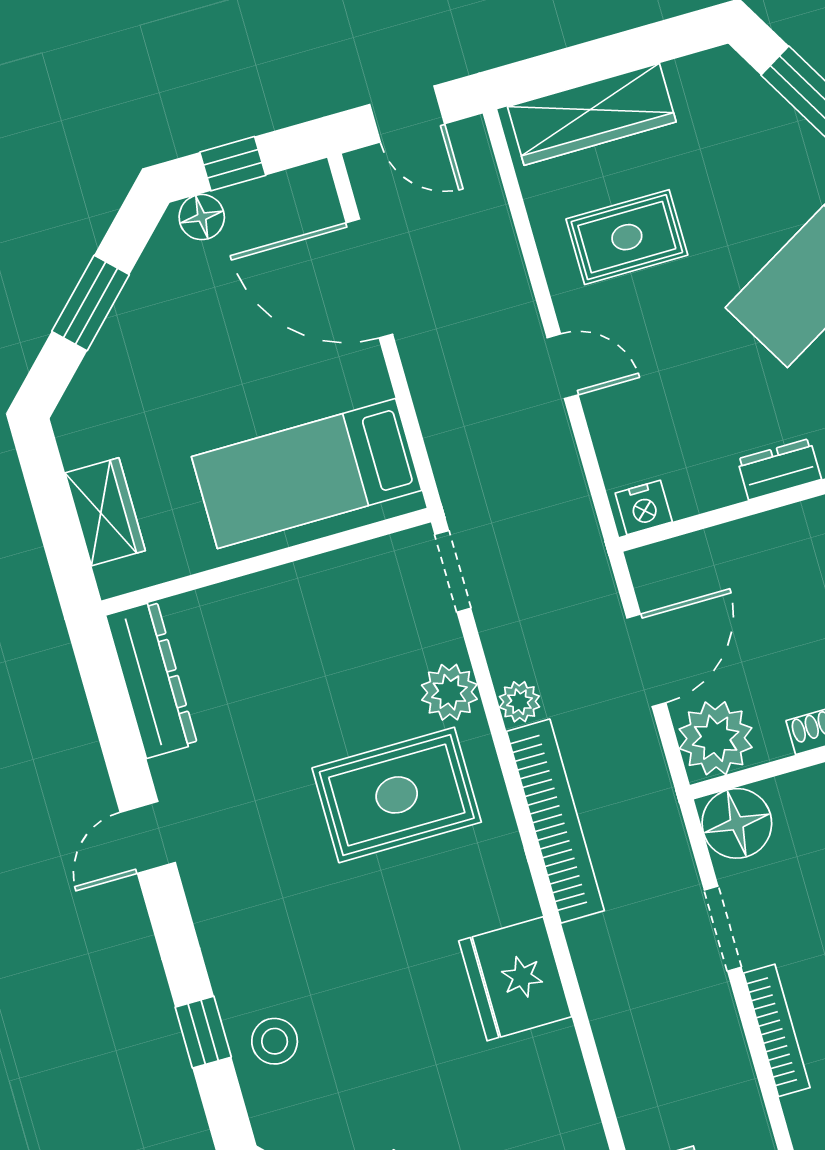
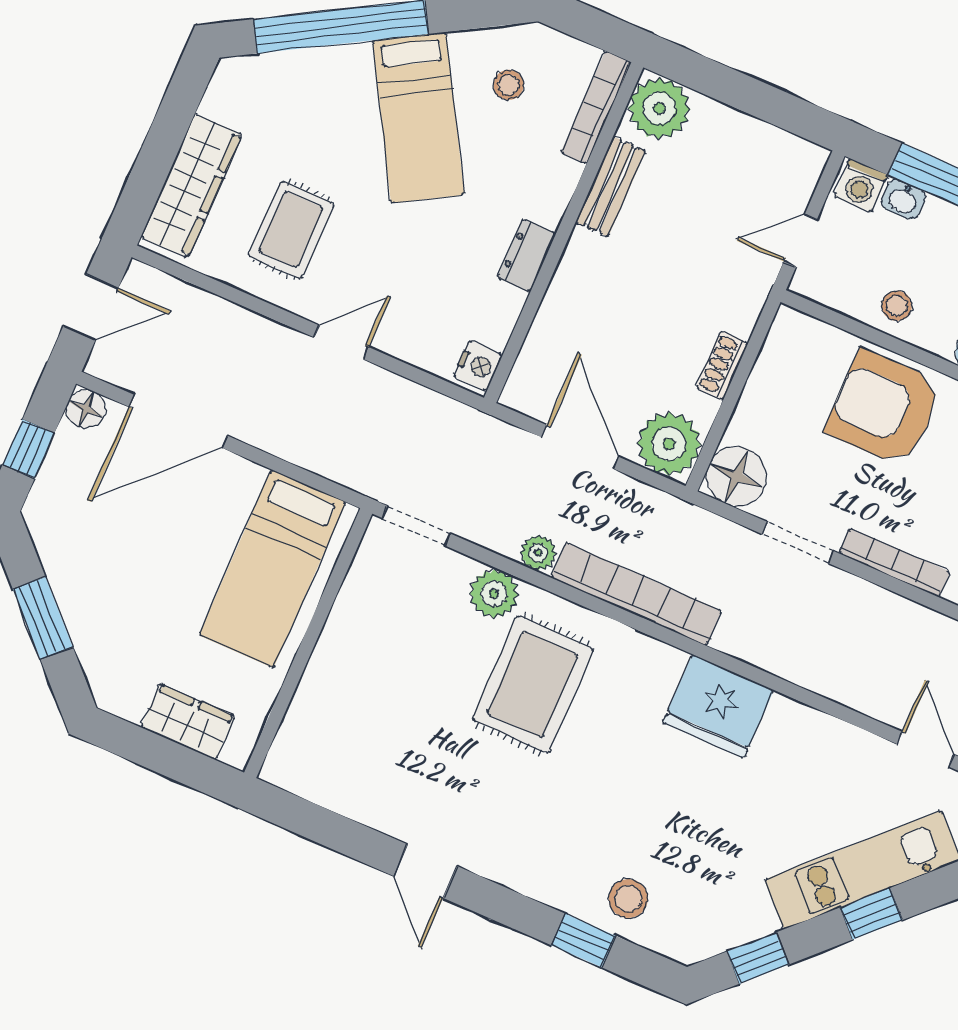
floor lamp: (202, 217) -> (86, 409), moved
dresser: (151, 680) -> (324, 783), removed

